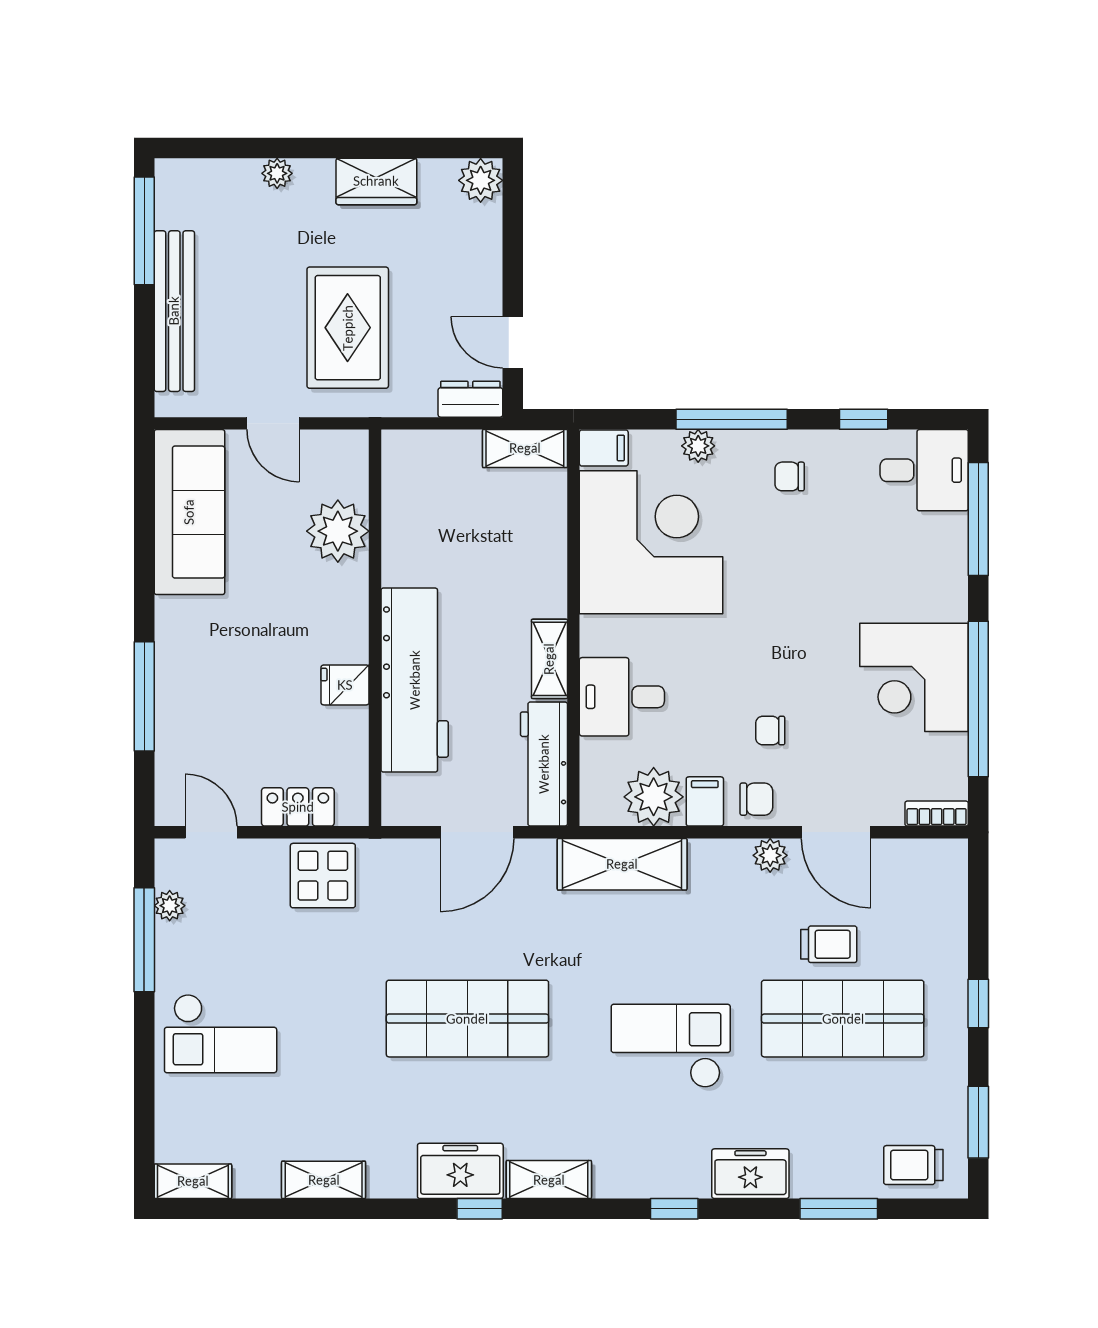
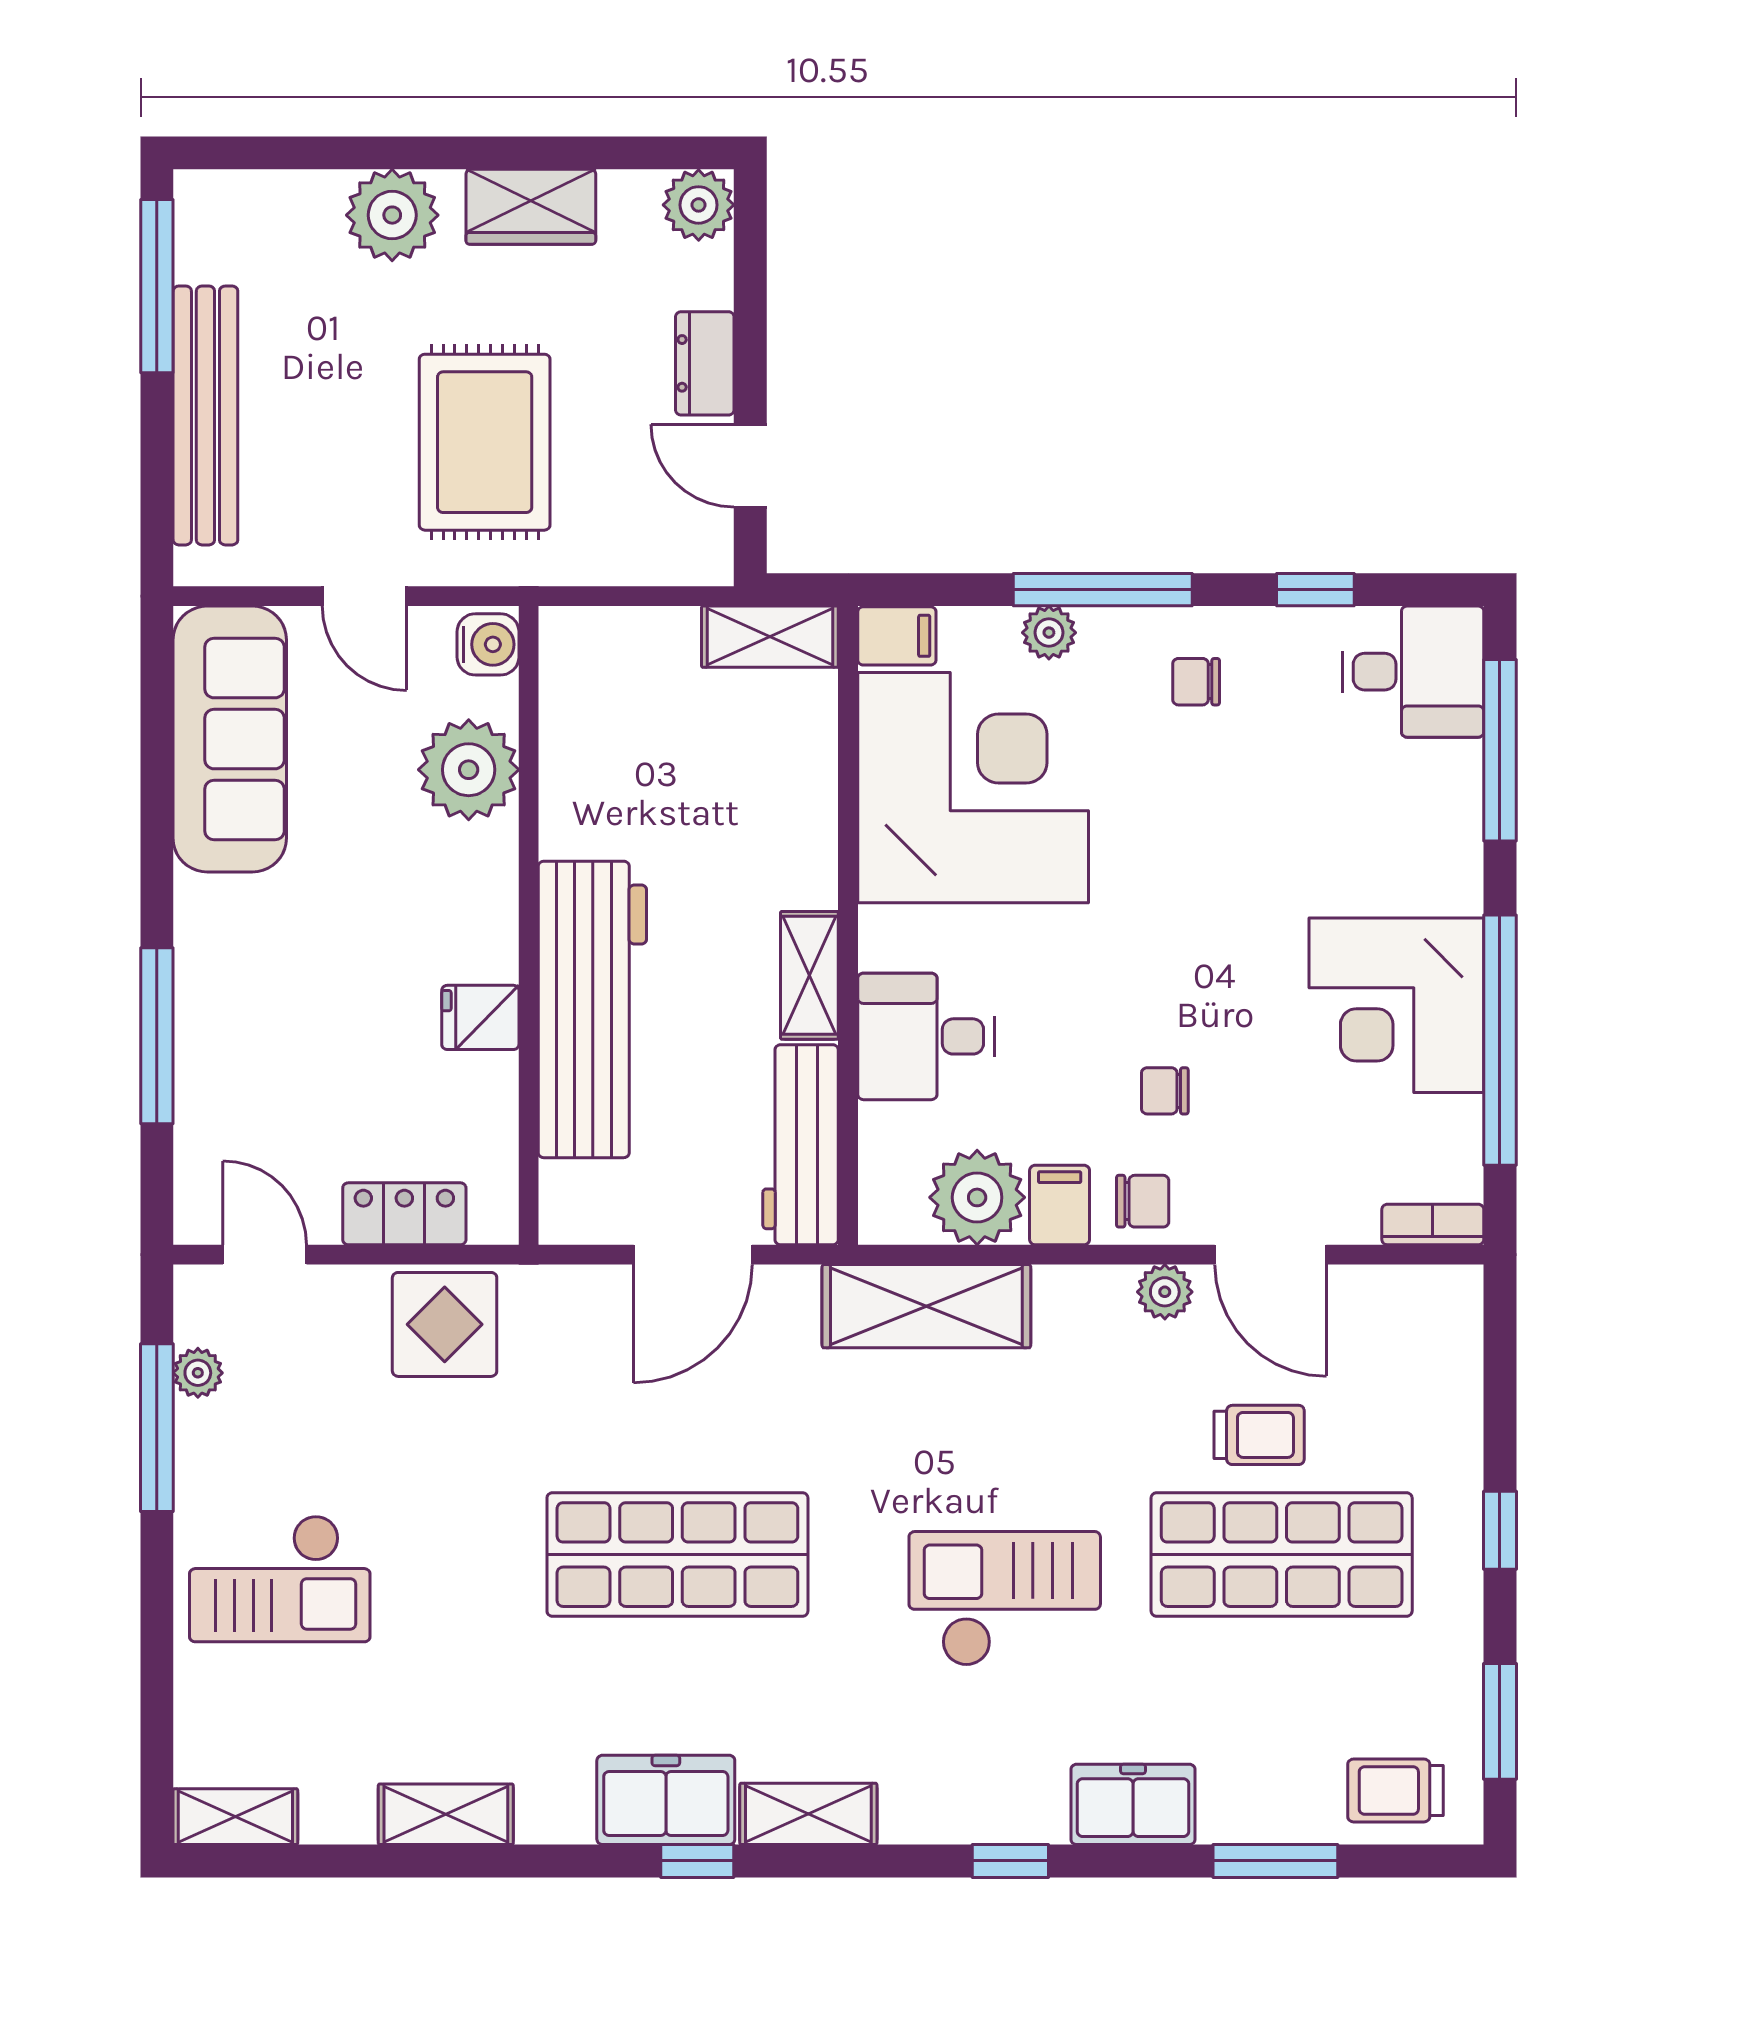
plant: (277, 173) -> (392, 215), width x1.88, depth x1.88
dresser: (470, 399) -> (705, 363), moved, turned -90
water cooler: (350, 453) -> (488, 644), added

